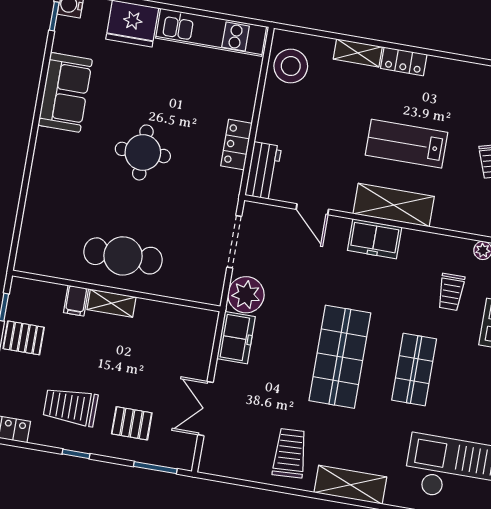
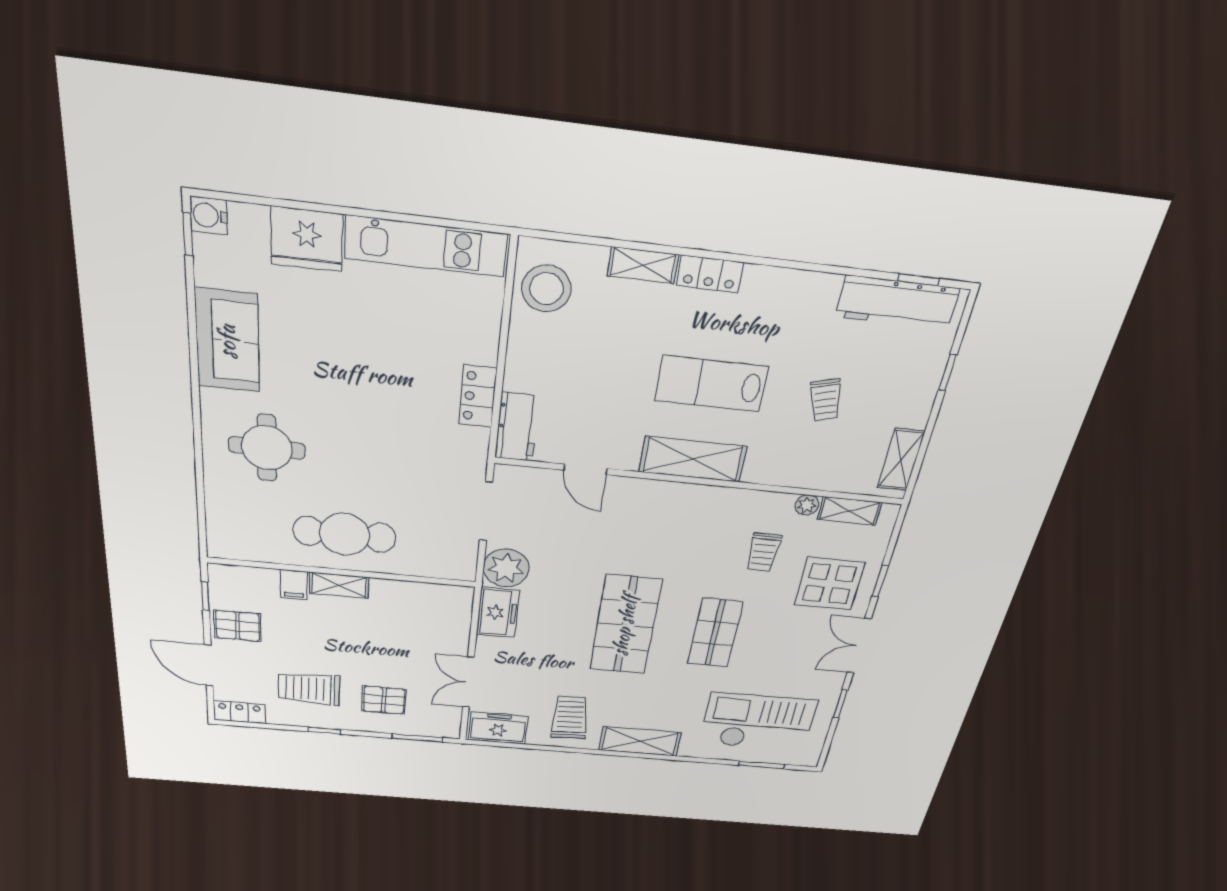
round table: (143, 152) -> (267, 448), moved
freezer: (375, 239) -> (498, 728), moved, turned 180

